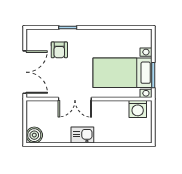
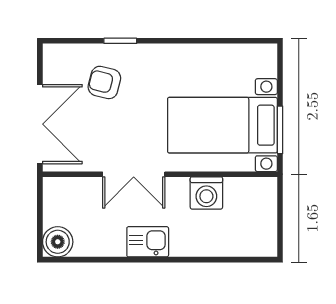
armchair: (59, 50) -> (104, 82), turned 104
washing machine: (138, 109) -> (206, 193), moved

